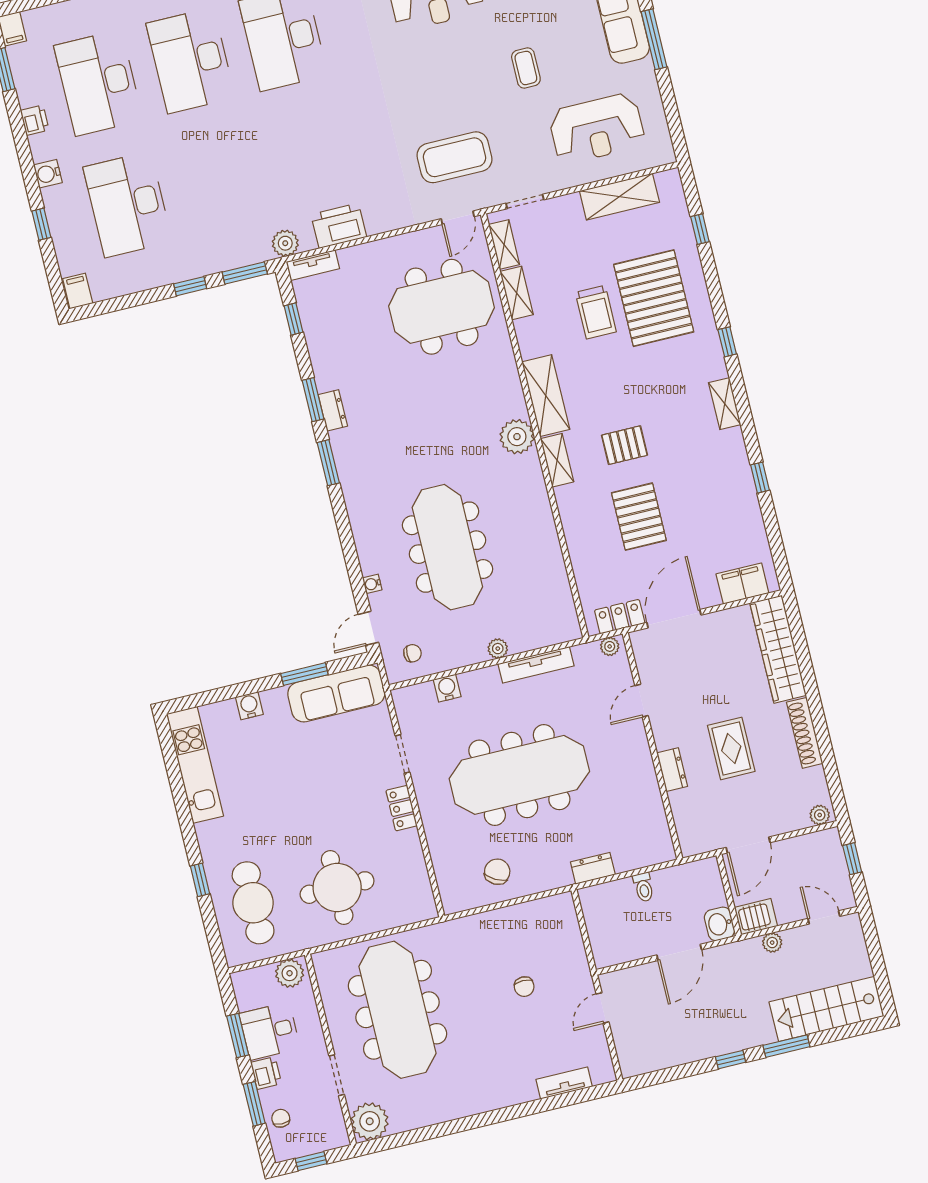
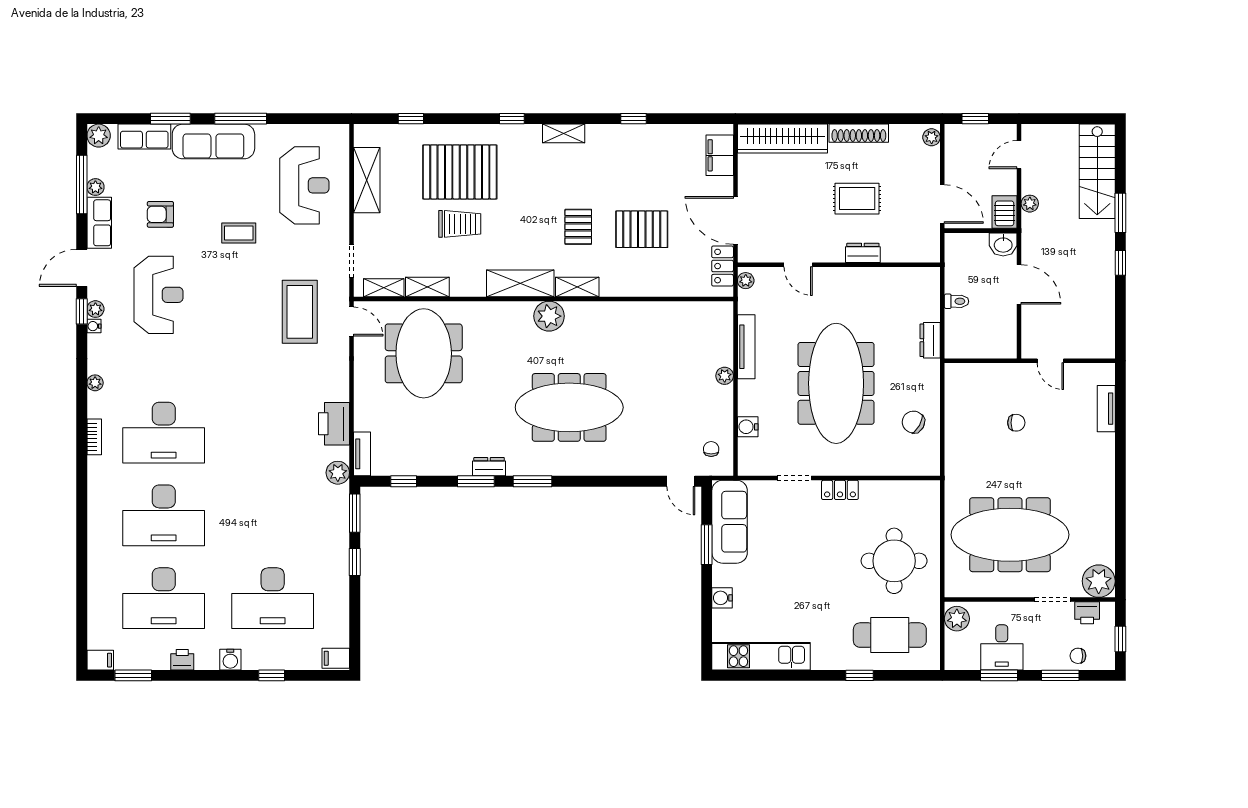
meeting table: (447, 547) -> (569, 407), moved
water cooler: (372, 584) -> (644, 469), removed
printer: (266, 1073) -> (1087, 613), moved, turned 180

